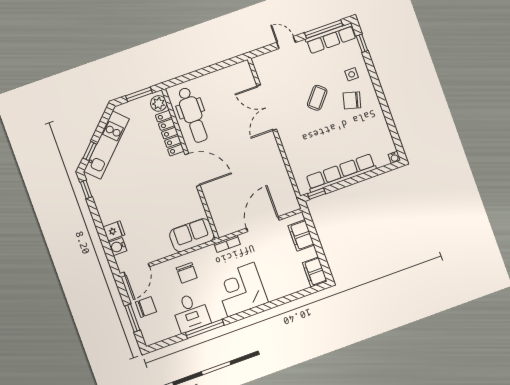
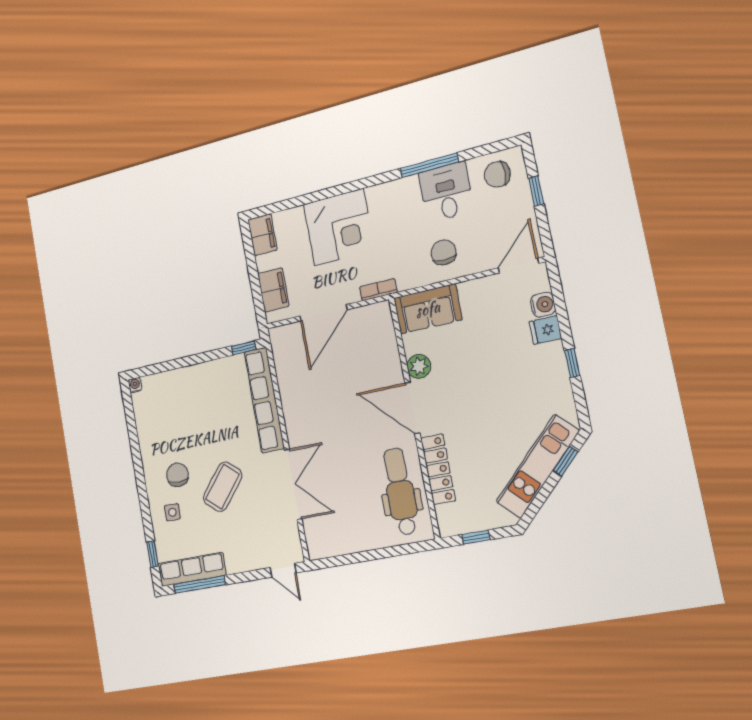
door: (286, 42) -> (283, 570), moved
window: (139, 94) -> (476, 537), width x0.67
coffee table: (317, 98) -> (223, 487), width x1.36, depth x1.30
chair: (352, 100) -> (177, 475), turned -105
plant: (159, 103) -> (419, 366), moved
row of seats: (341, 173) -> (264, 400), moved, turned 90
window: (86, 189) -> (572, 363), moved
corner desk: (241, 290) -> (339, 227), moved
chair: (146, 307) -> (497, 174), moved
window: (132, 318) -> (536, 191), width x0.67

